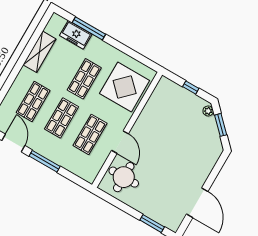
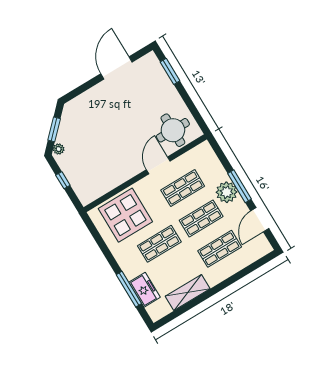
plant: (53, 151) -> (227, 192), added

